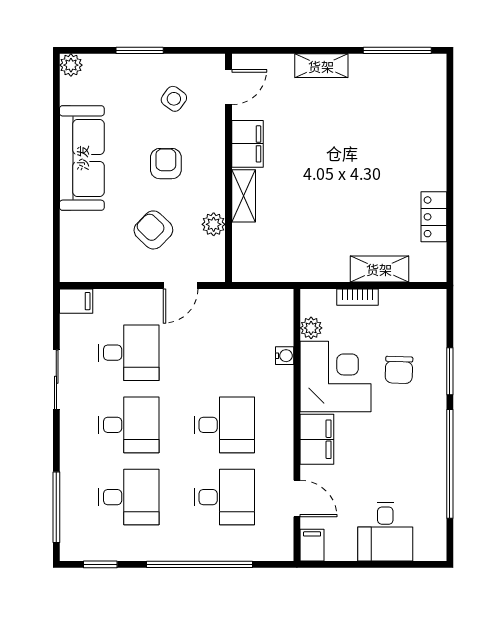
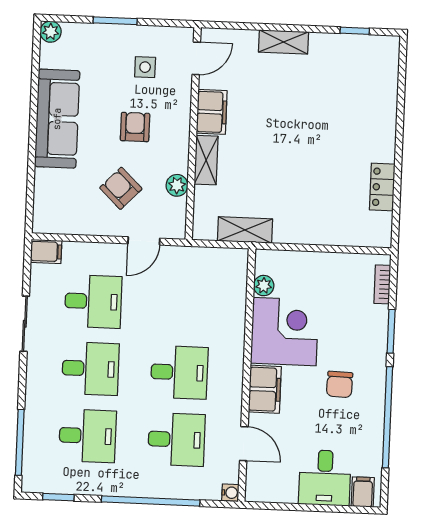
window: (397, 50) -> (355, 31), width x0.46
side table: (174, 99) -> (145, 67), turned -36
shelving: (379, 269) -> (245, 230), moved
bookcase: (358, 297) -> (382, 284), moved, turned 90
water cooler: (285, 356) -> (230, 493), moved
chair: (399, 370) -> (340, 384), moved
filing cabinet: (312, 545) -> (363, 492), moved

